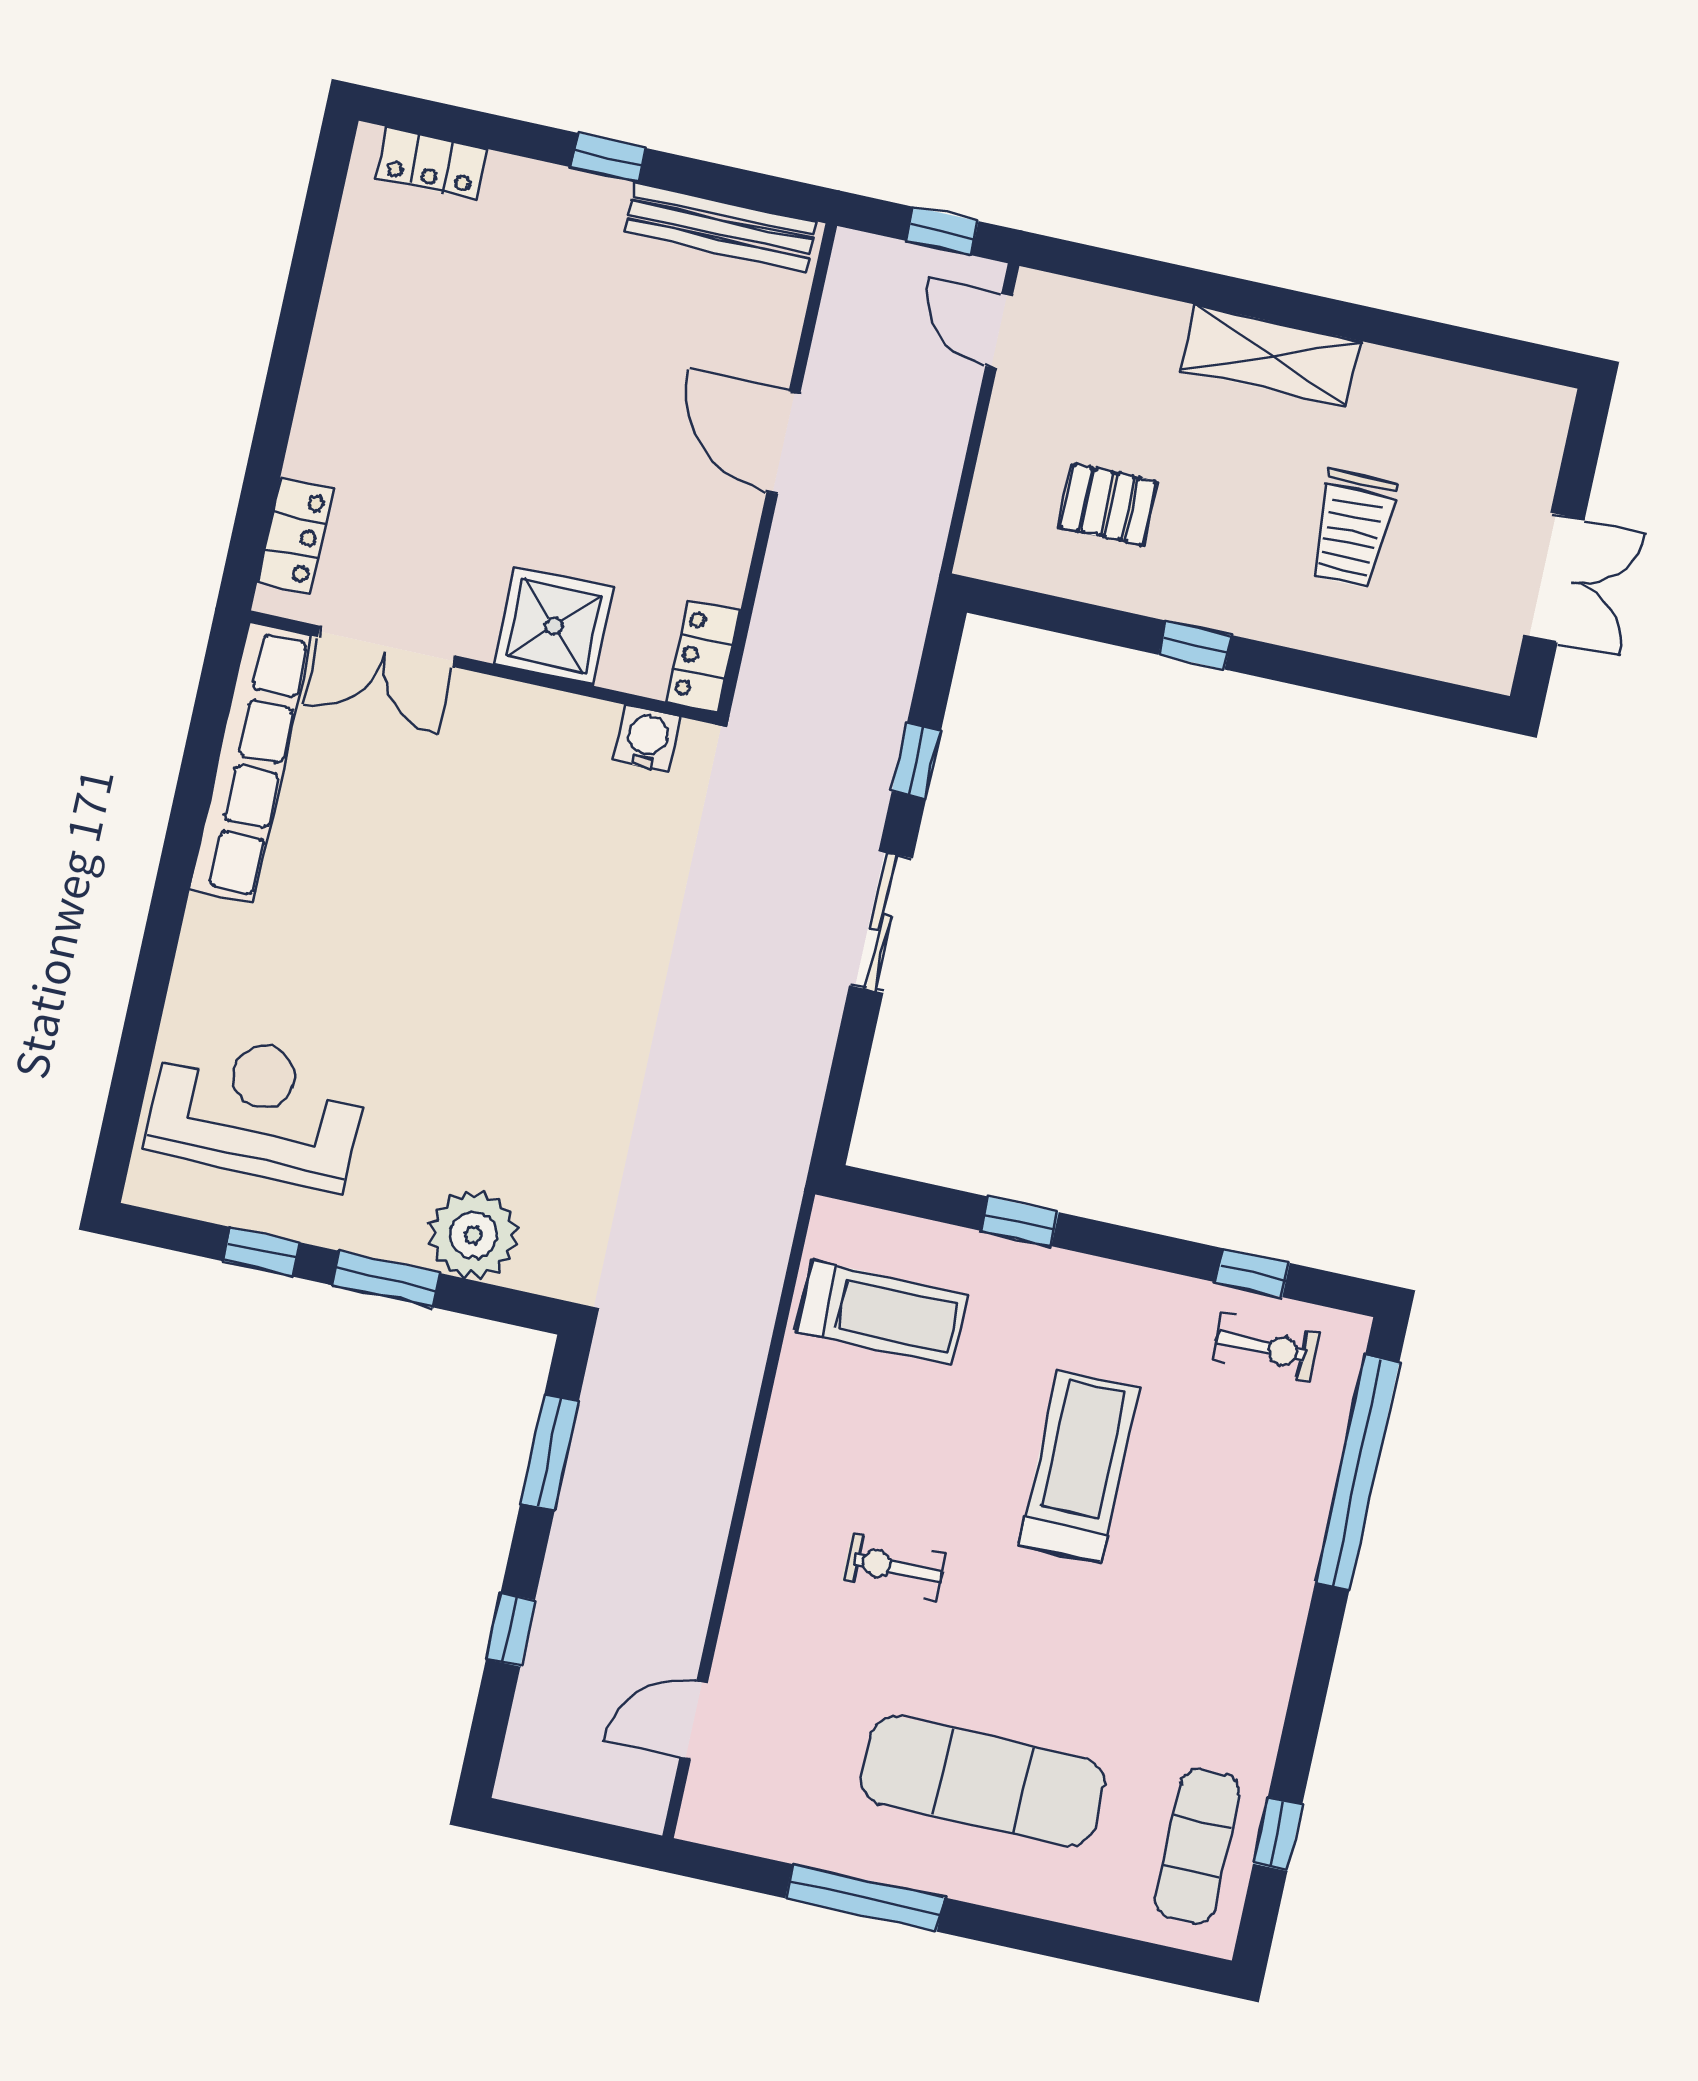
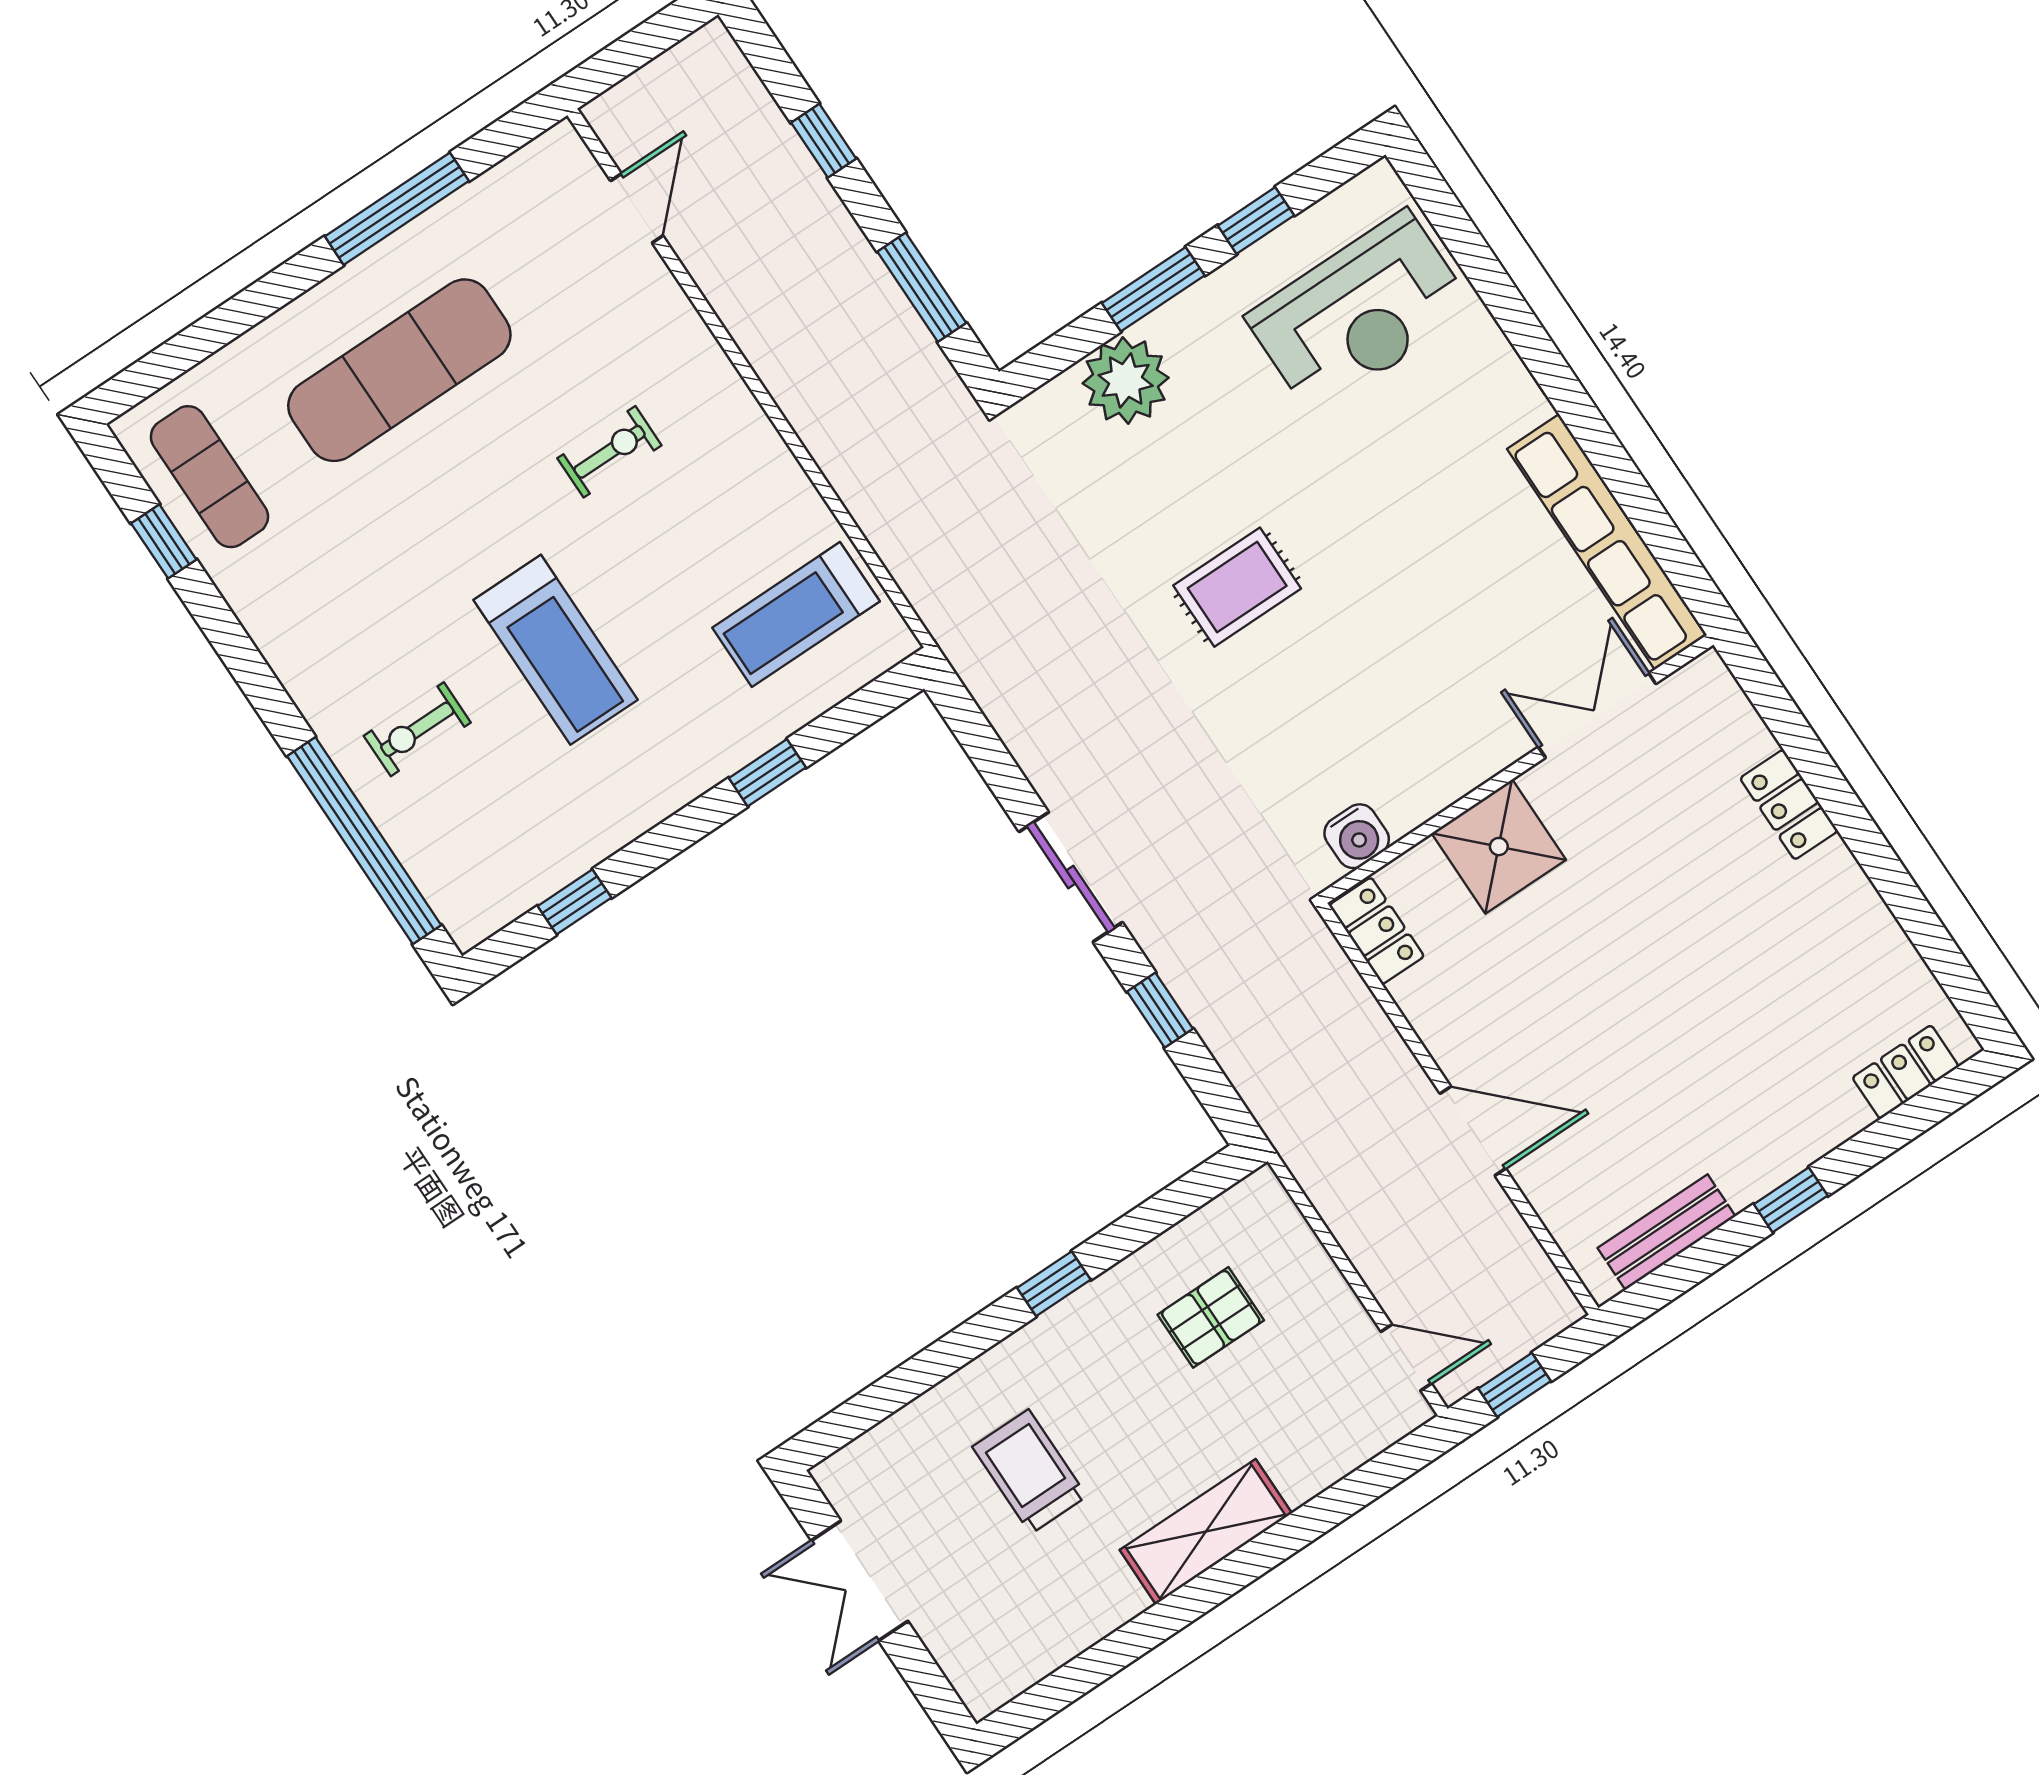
bench: (721, 227) -> (1667, 1232), width x0.73
locker: (295, 536) -> (1789, 805), moved
rug: (547, 1005) -> (1237, 587), added
exercise bike: (1266, 1347) -> (417, 729), moved

